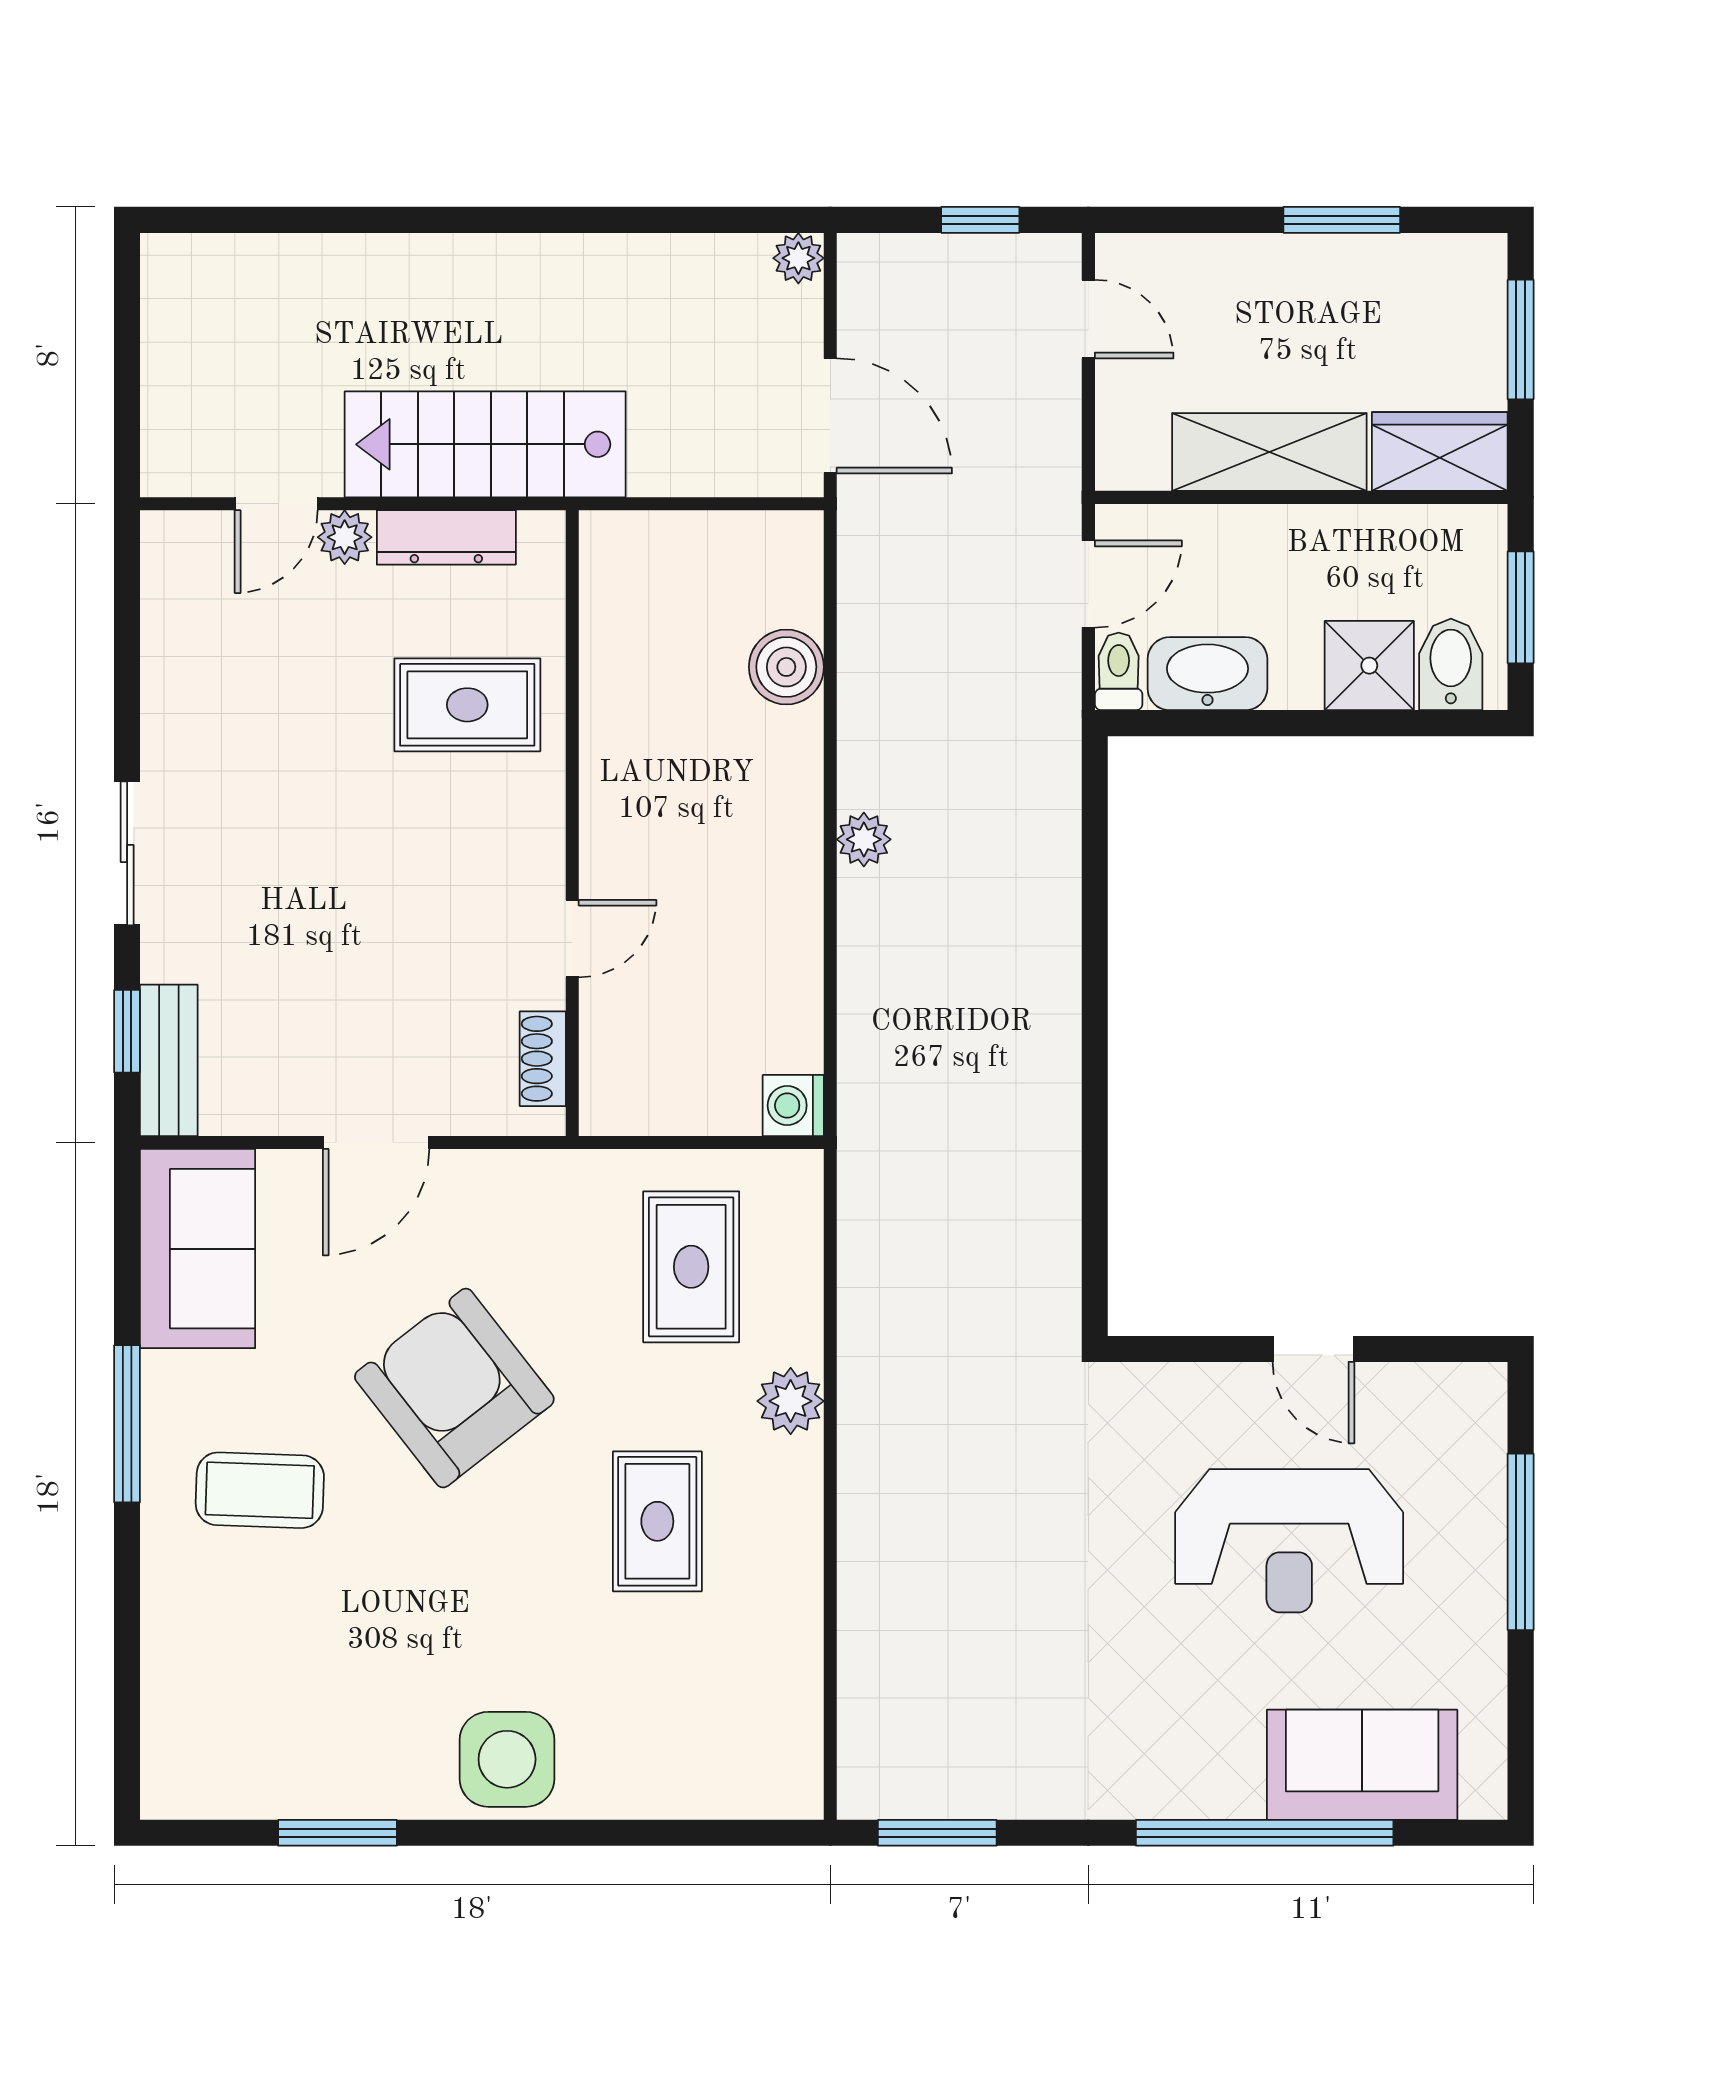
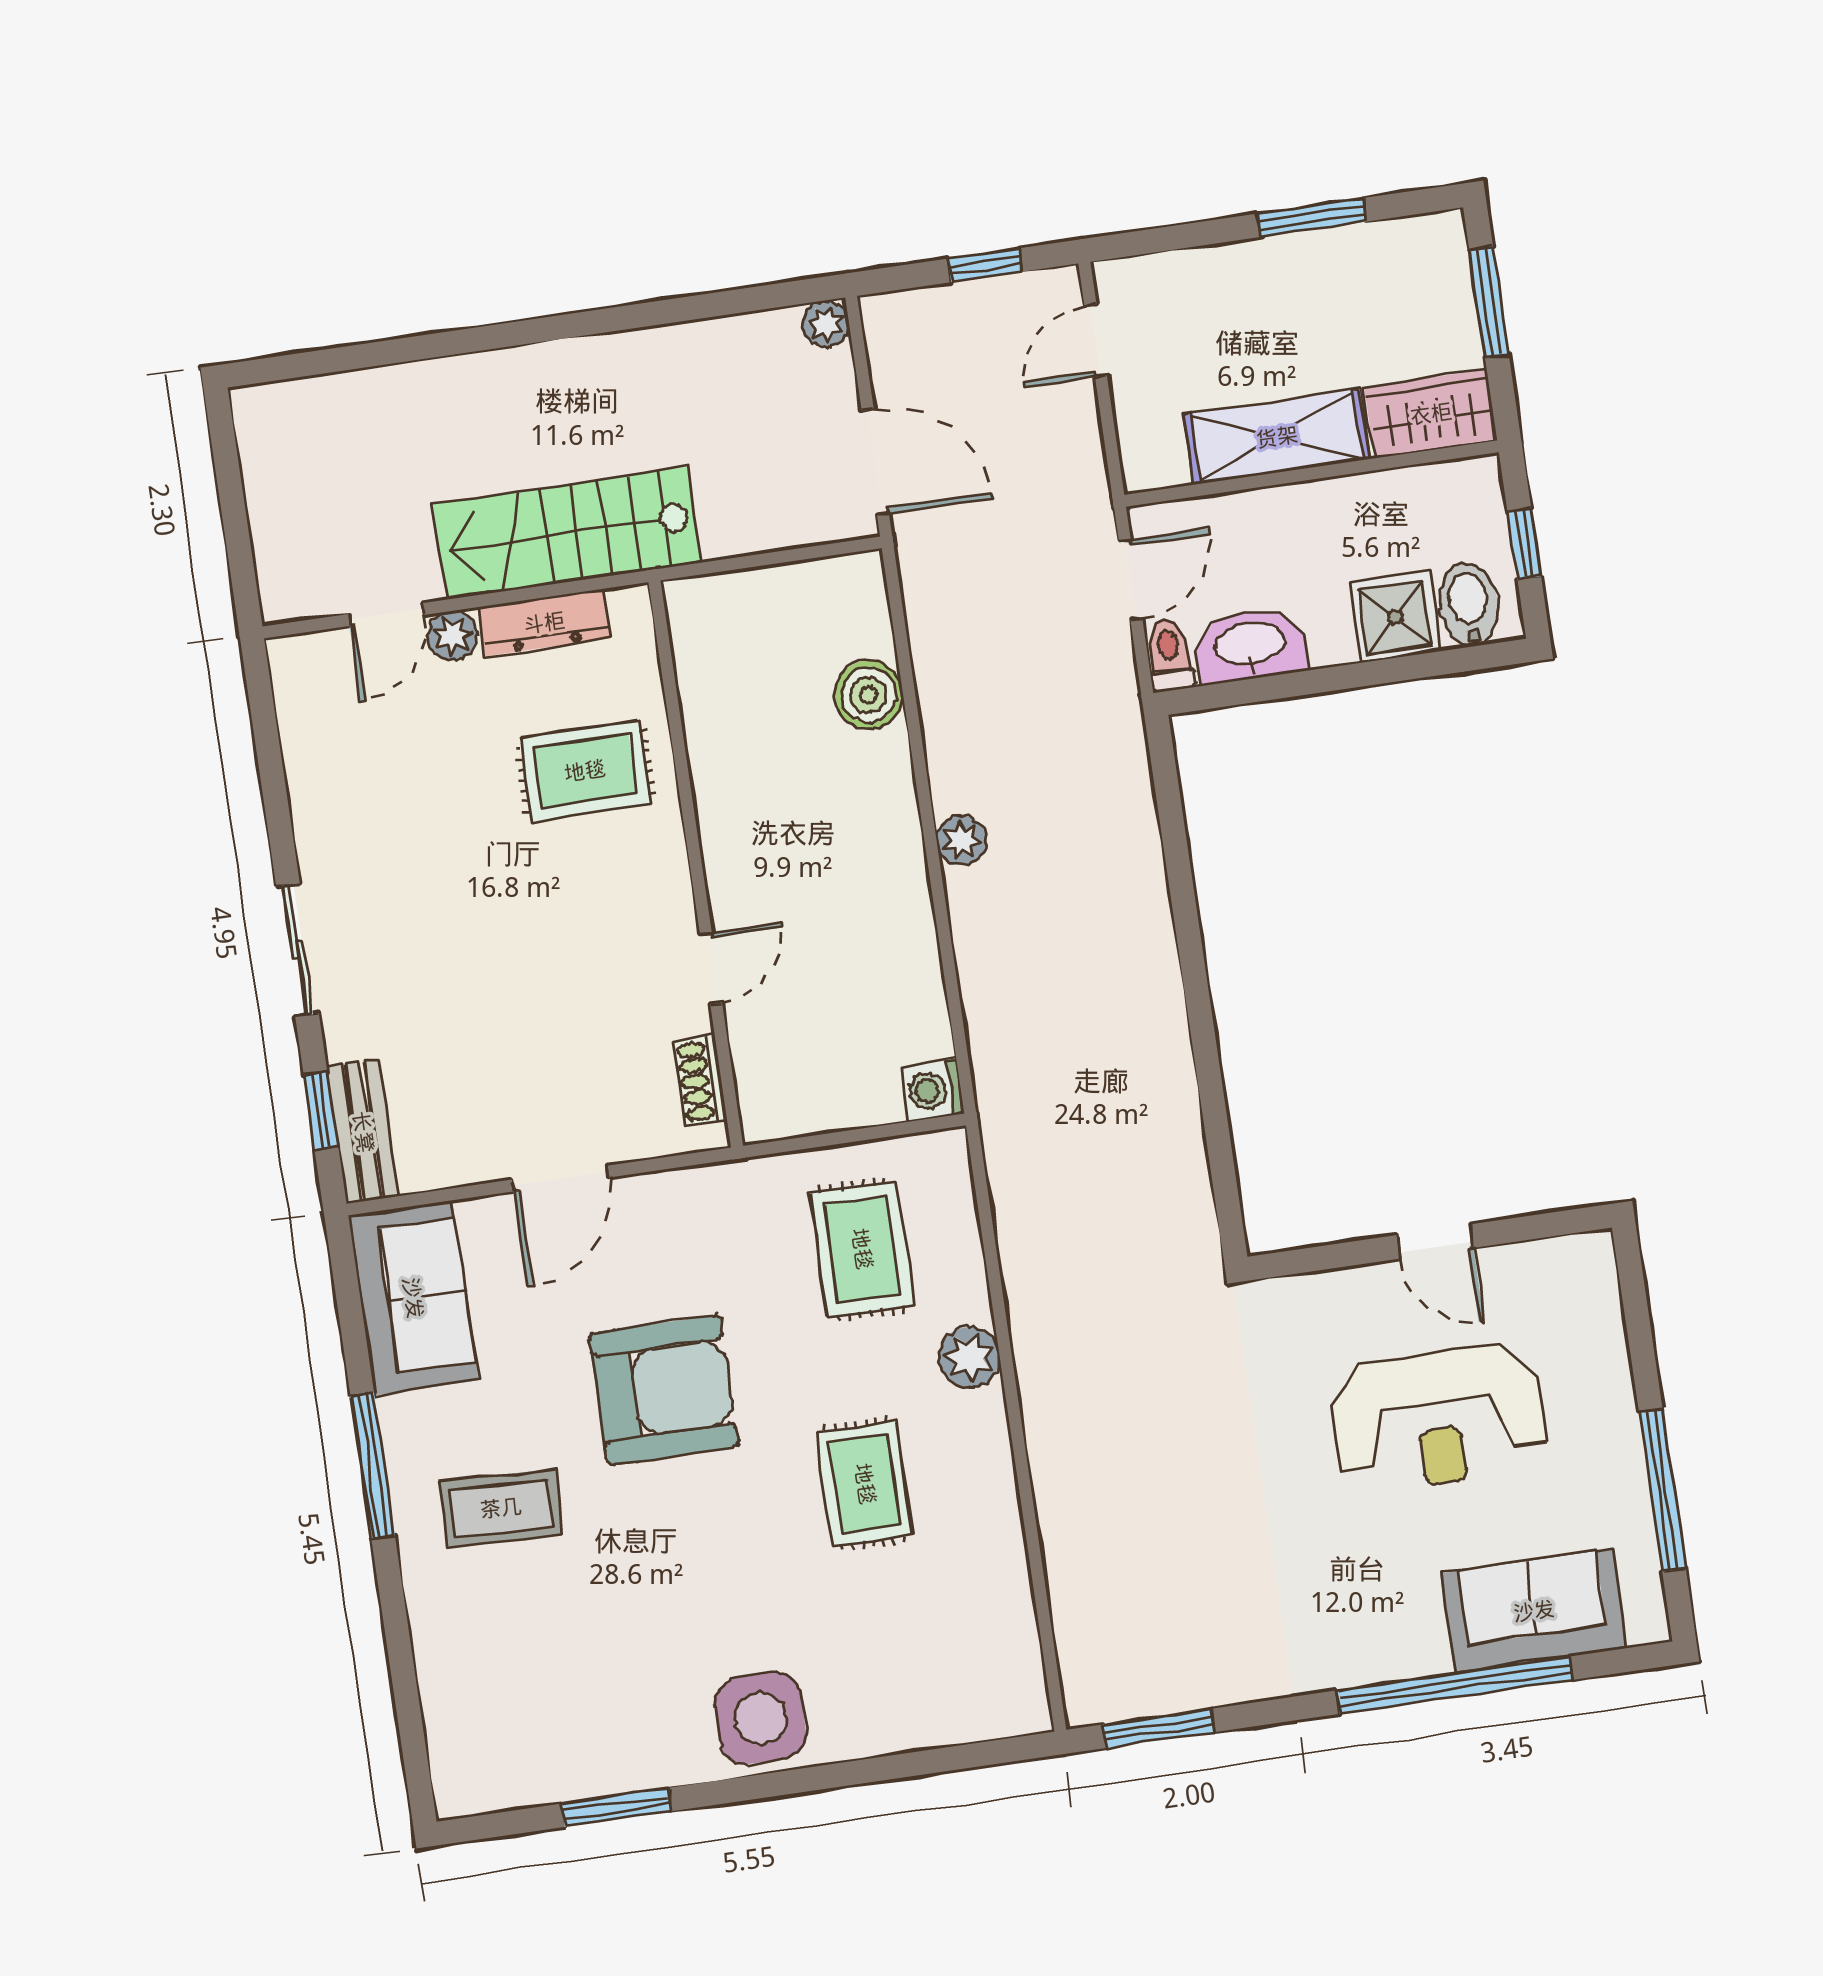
door: (1088, 319) -> (1096, 341), swing flipped
window: (1521, 607) -> (1524, 544), width x0.67
armchair: (454, 1388) -> (664, 1390), turned 128
window: (1521, 1542) -> (1662, 1490), moved

